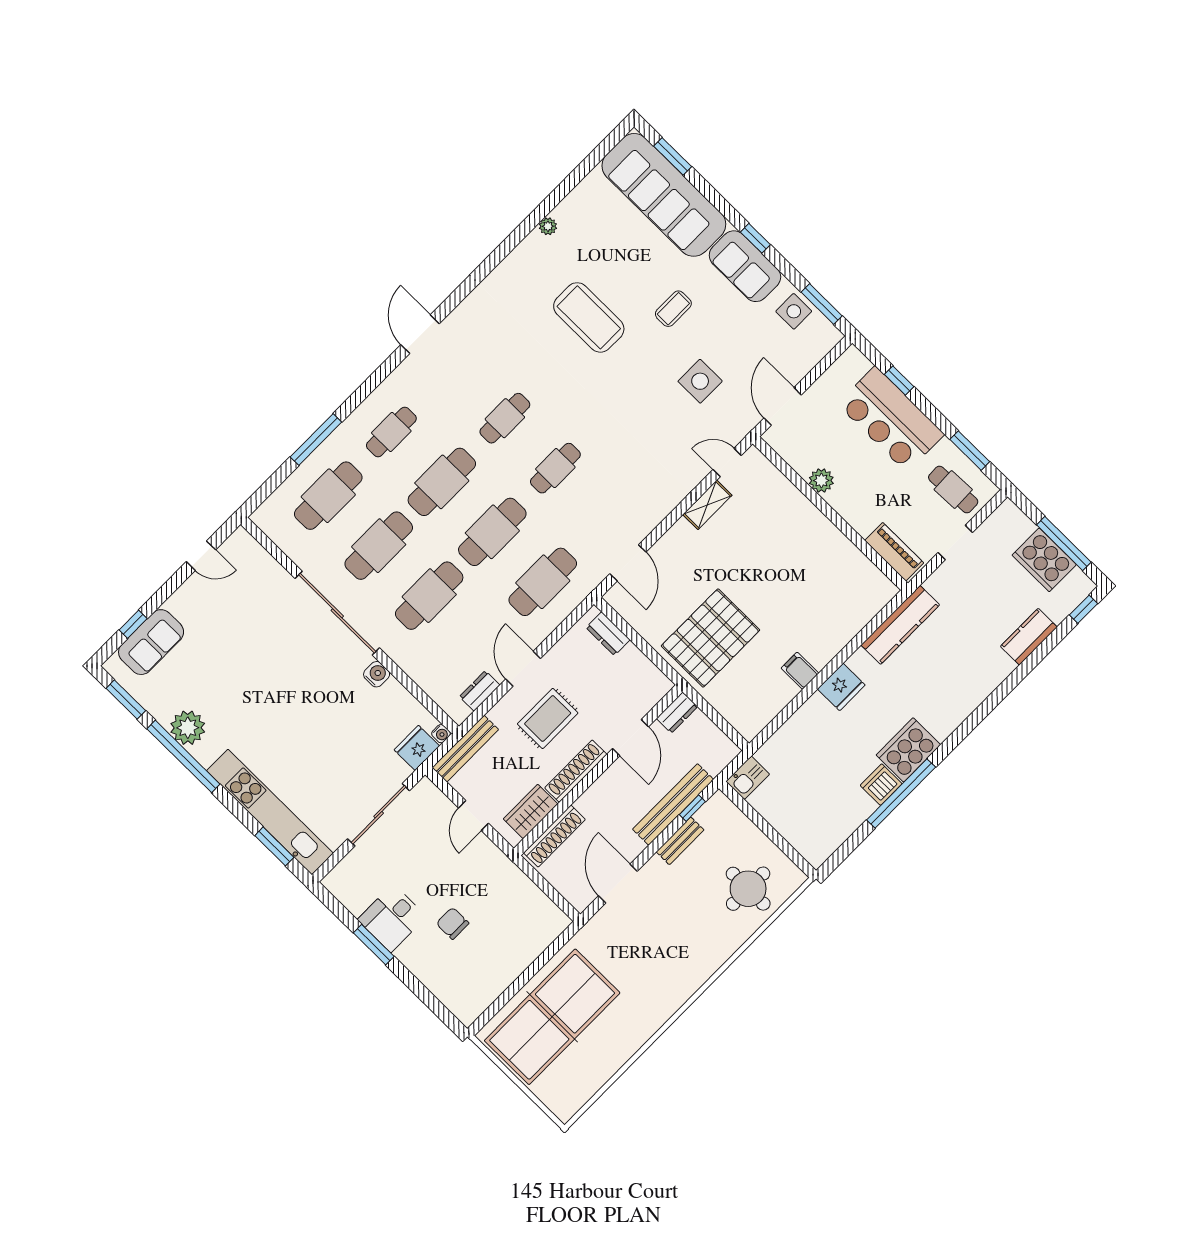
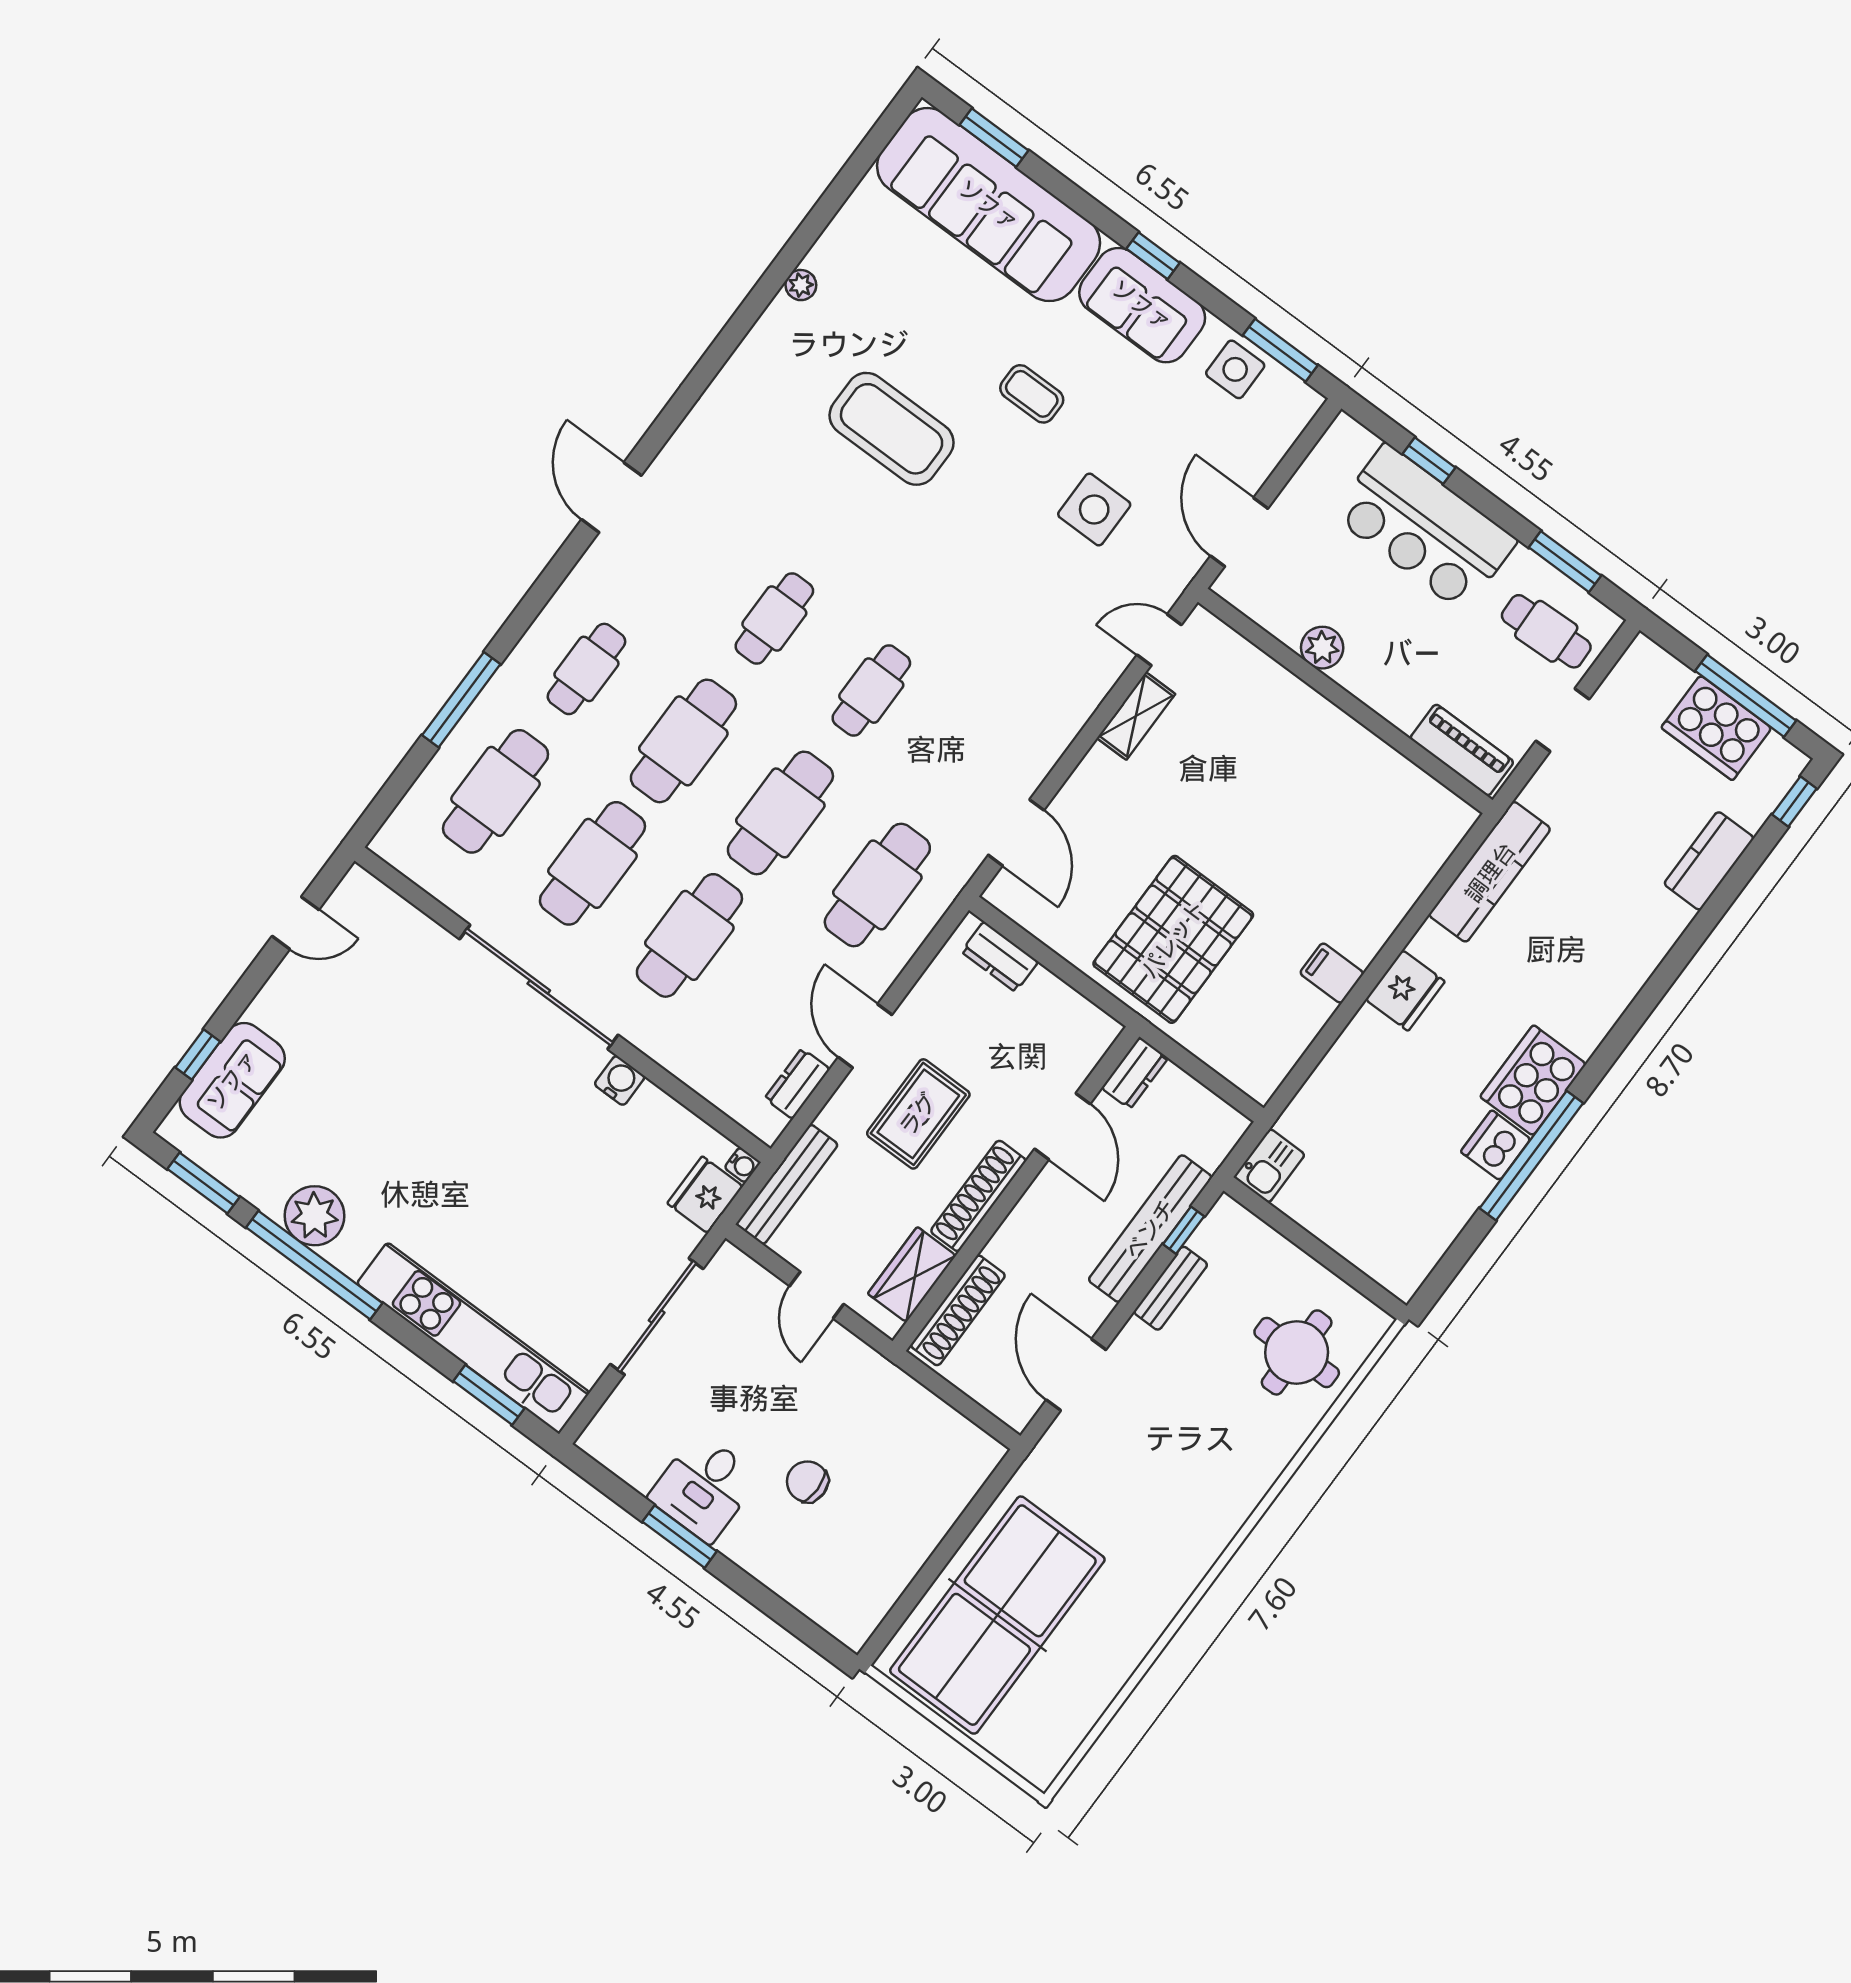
coffee table: (673, 309) -> (1032, 394), turned 90

